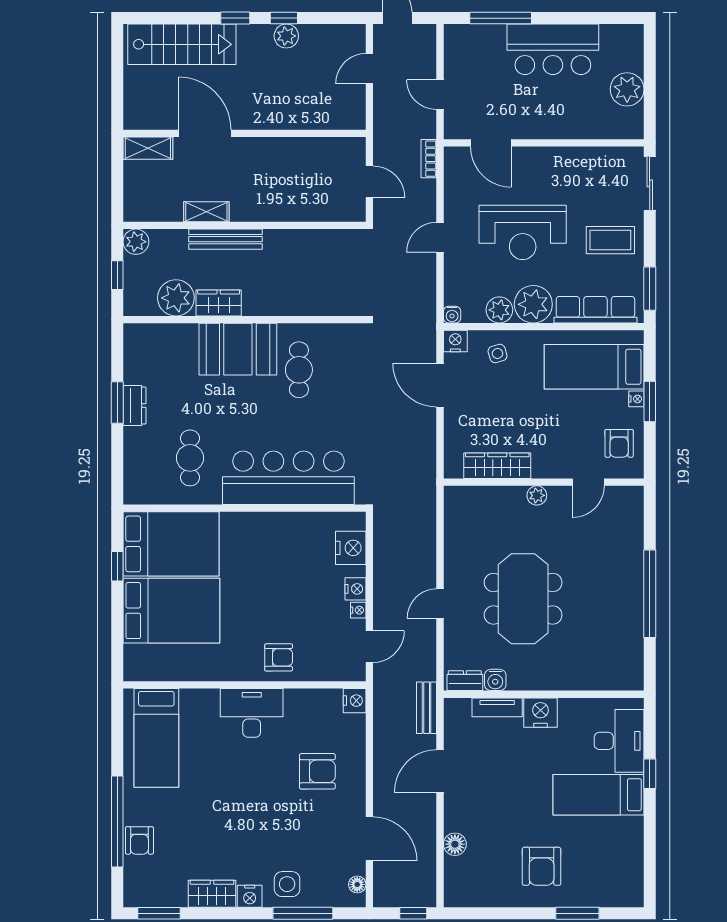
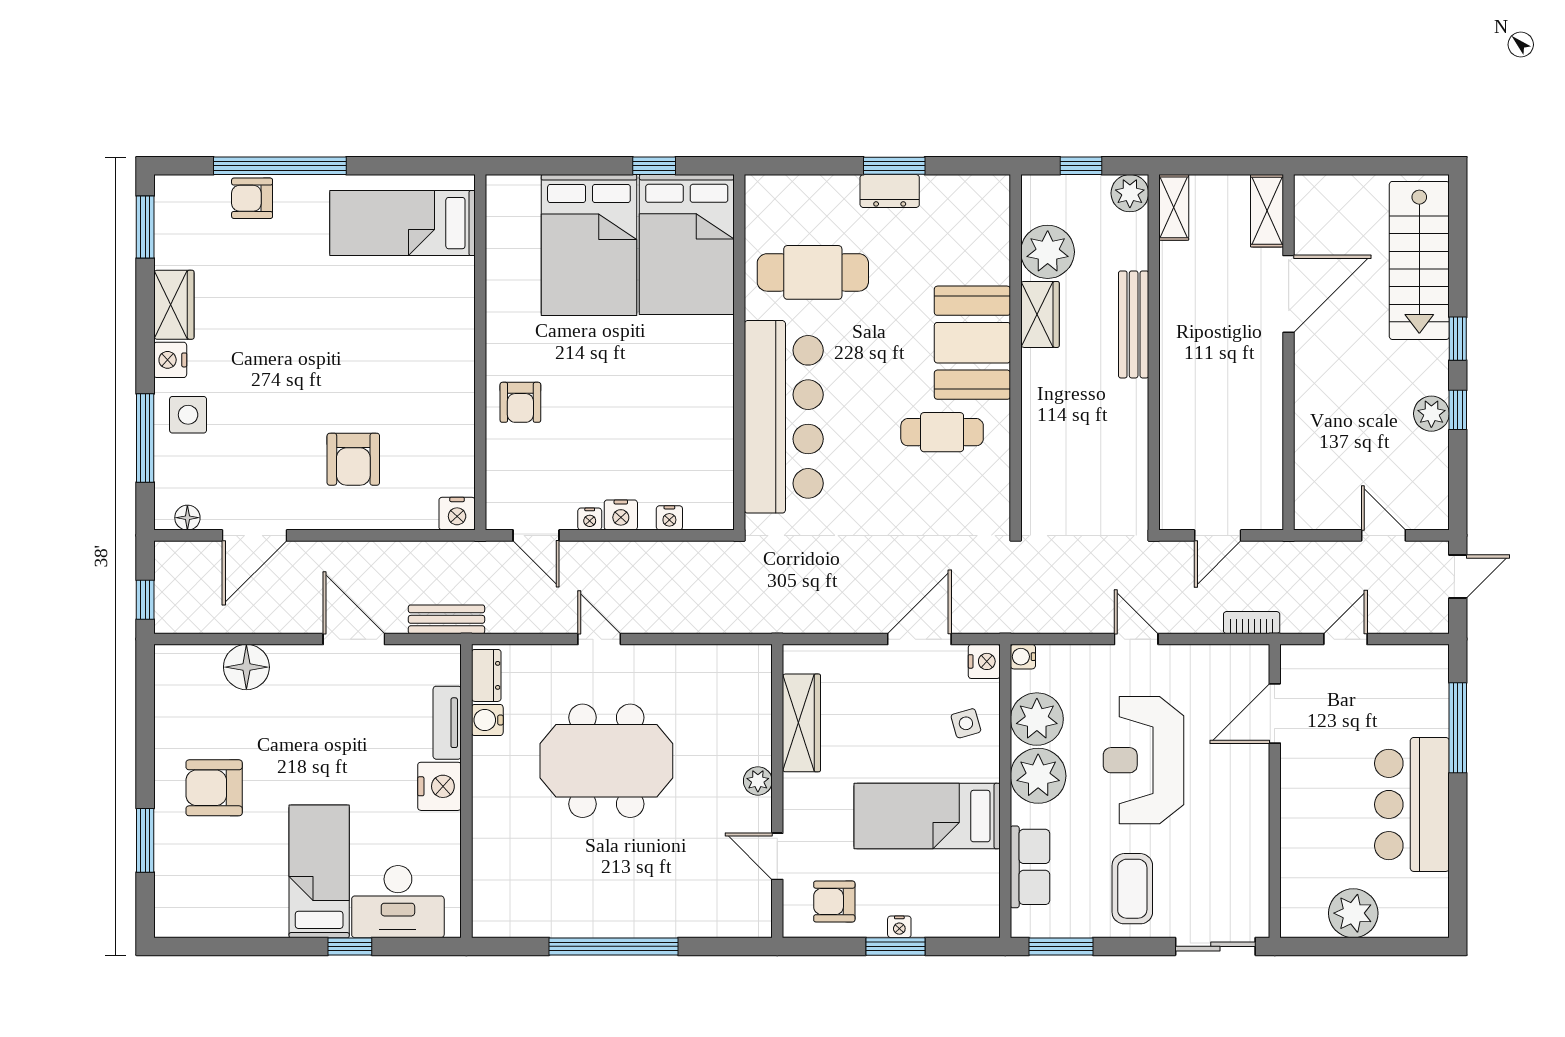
shelving: (206, 212) -> (1174, 207), moved
plant: (499, 310) -> (1037, 719), width x1.36, depth x1.36
row of seats: (595, 310) -> (1030, 867), width x0.68
bed: (594, 367) -> (927, 816), moved, turned -90
cafe table: (190, 458) -> (813, 272), width x1.37, depth x1.35
nightstand: (351, 548) -> (669, 518), width x0.53, depth x0.56
desk: (252, 713) -> (439, 363), removed
floor lamp: (455, 844) -> (246, 667), width x1.38, depth x1.38

